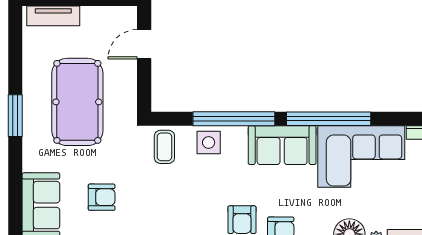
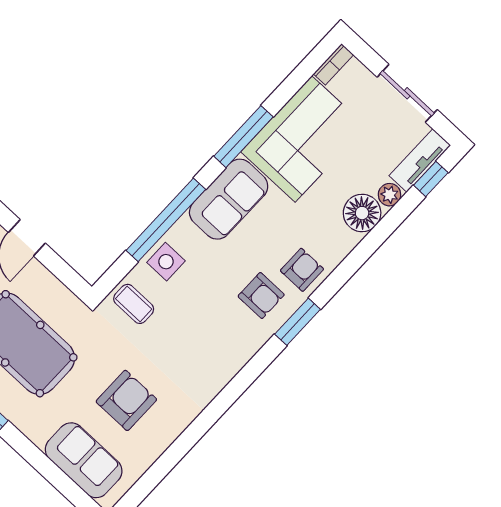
window: (329, 119) -> (243, 137), width x0.68
armchair: (102, 197) -> (126, 400), width x1.38, depth x1.38

